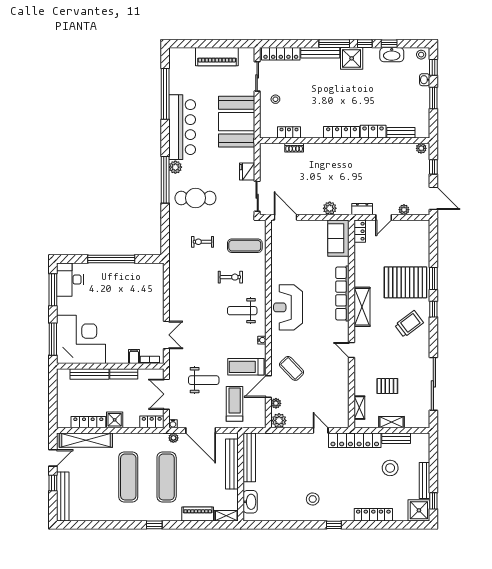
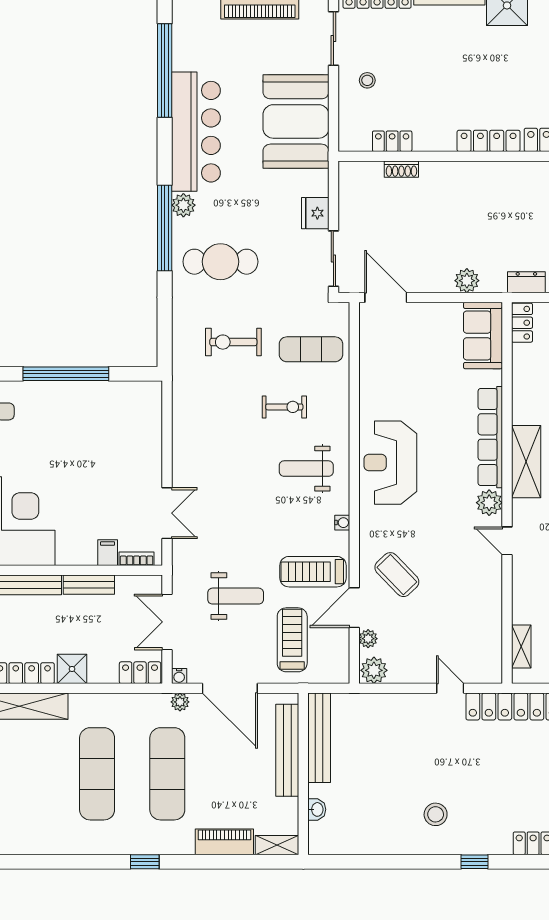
exercise bike: (203, 242) -> (233, 342), width x1.38, depth x1.39
plant: (342, 329) -> (489, 503), added
washbasin: (250, 502) -> (317, 809), width x0.52, depth x0.69

